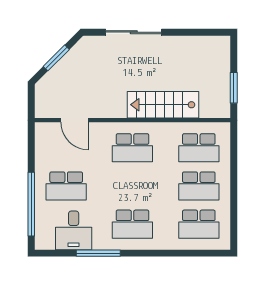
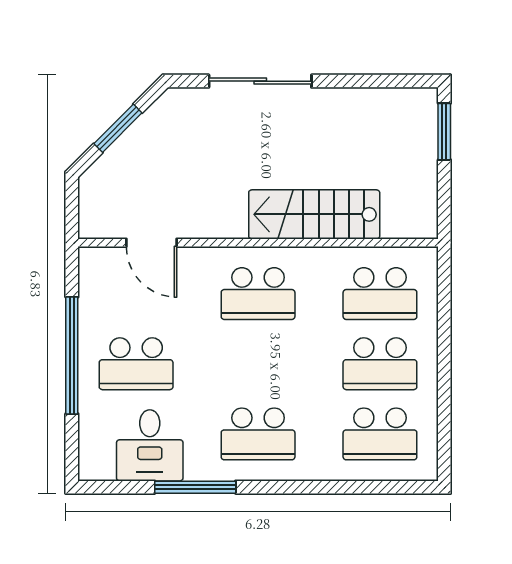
window: (234, 88) -> (444, 132), moved
window: (31, 204) -> (72, 355), moved

